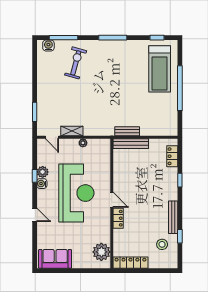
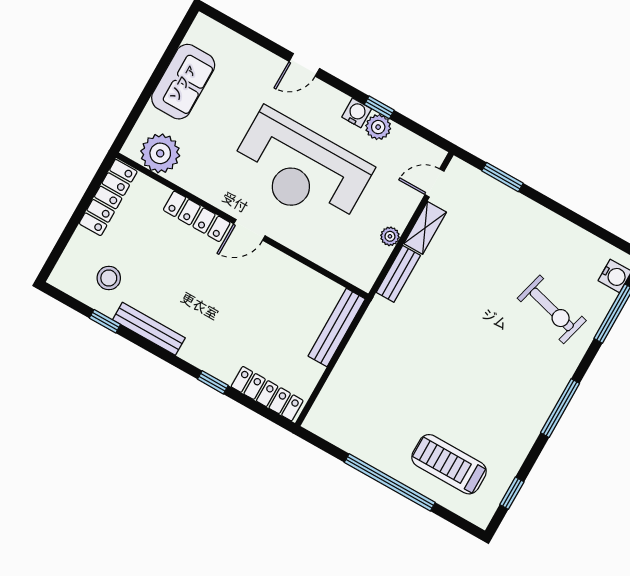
treadmill: (160, 69) -> (449, 464), width x0.73, depth x0.73
bench: (127, 131) -> (398, 274), moved
locker: (172, 156) -> (267, 394), width x1.53
locker: (118, 218) -> (197, 216), width x1.53
sofa: (55, 259) -> (183, 82), moved

